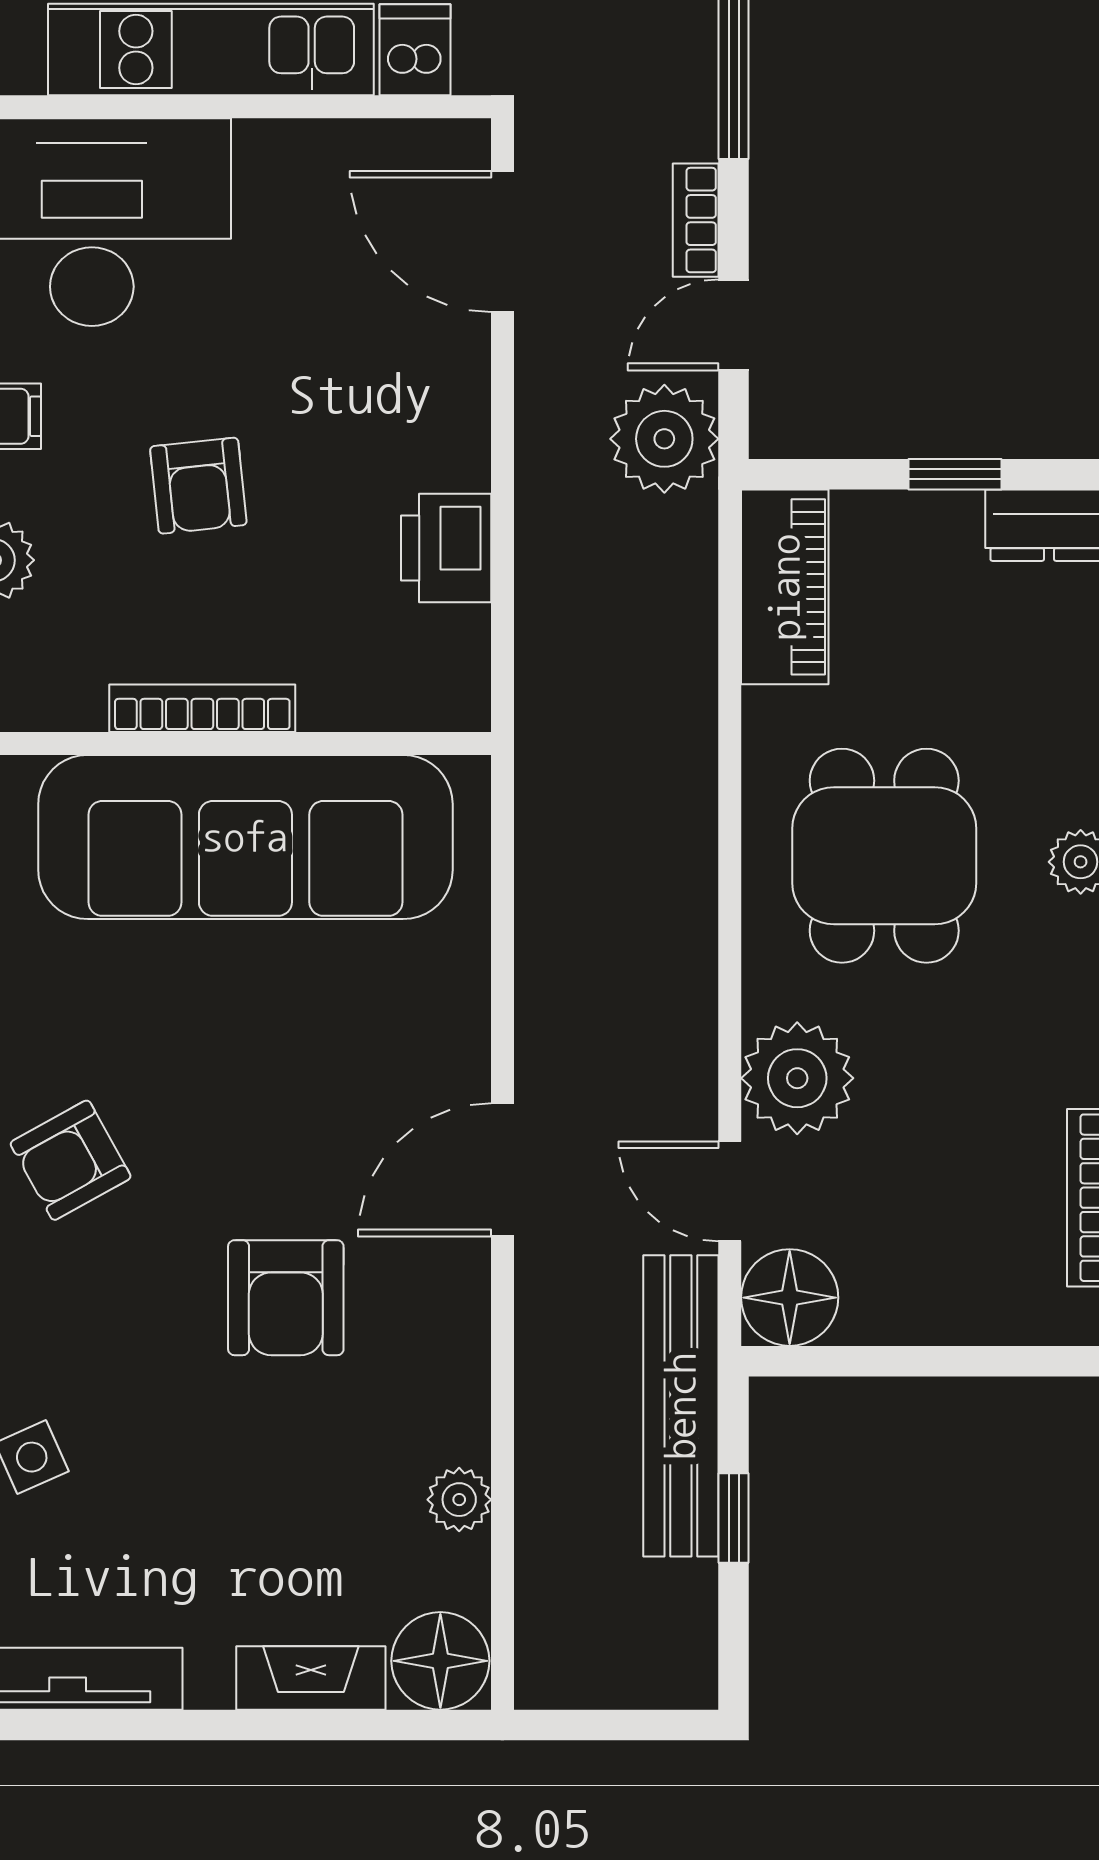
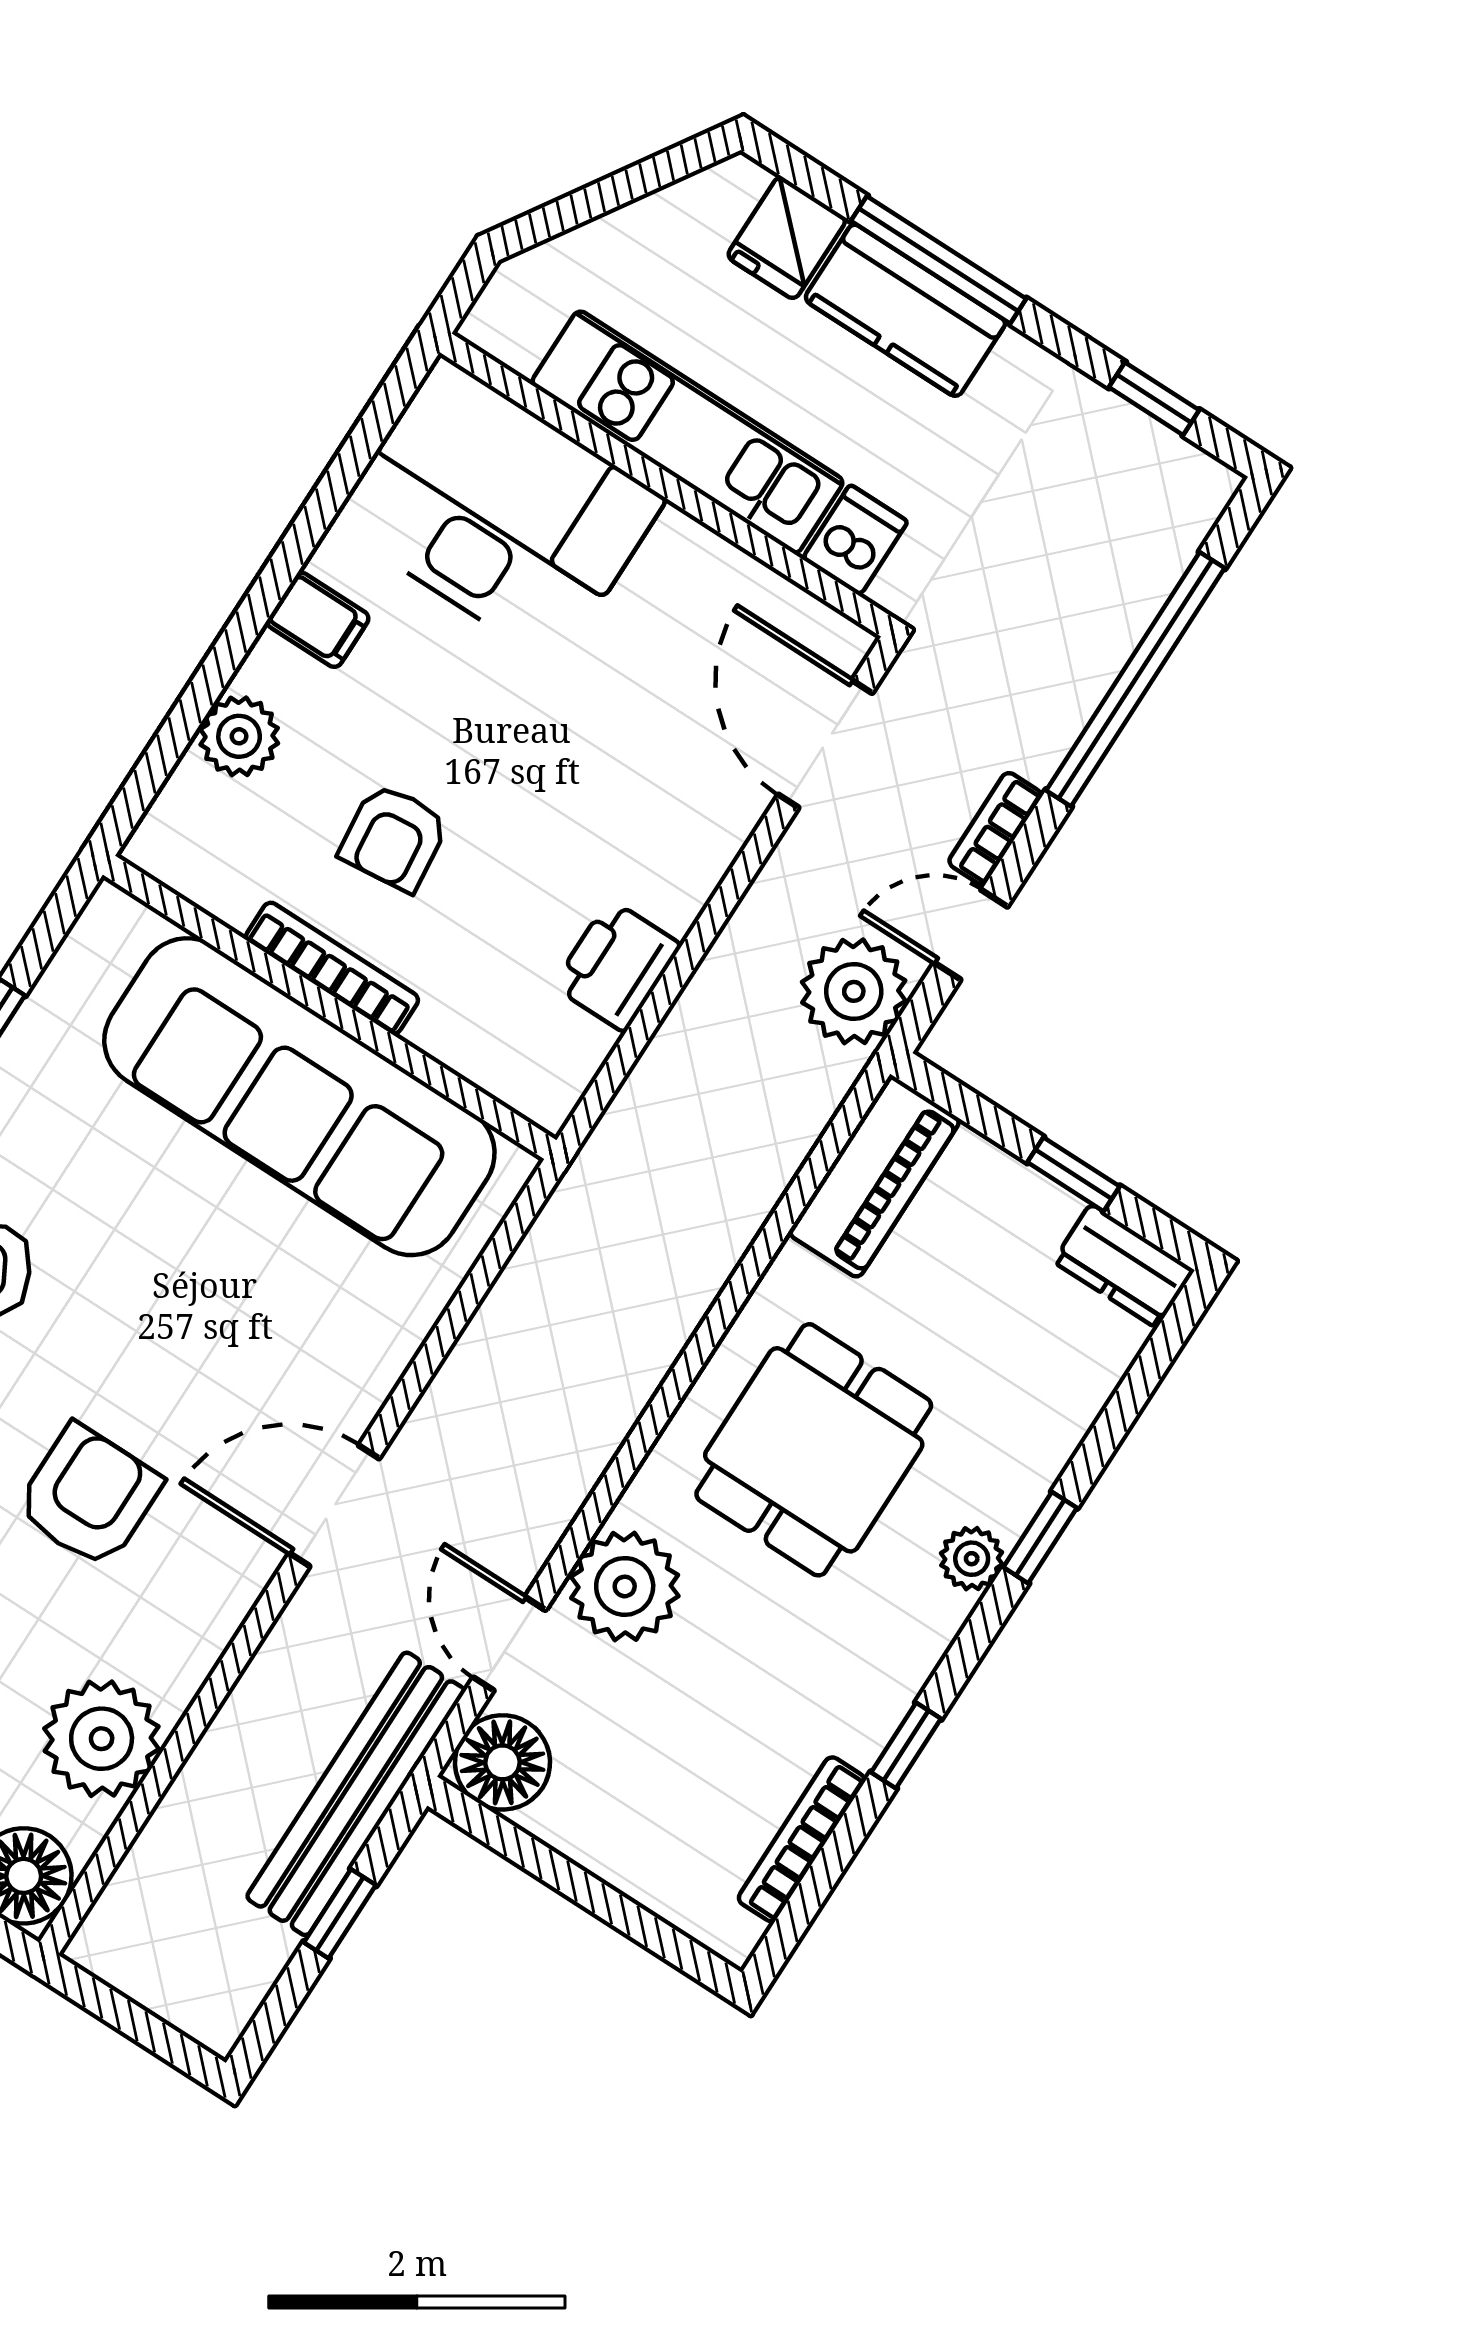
armchair: (198, 486) -> (394, 838), moved
armchair: (286, 1298) -> (89, 1496), turned 180
plant: (459, 1500) -> (102, 1739), width x1.88, depth x1.88

